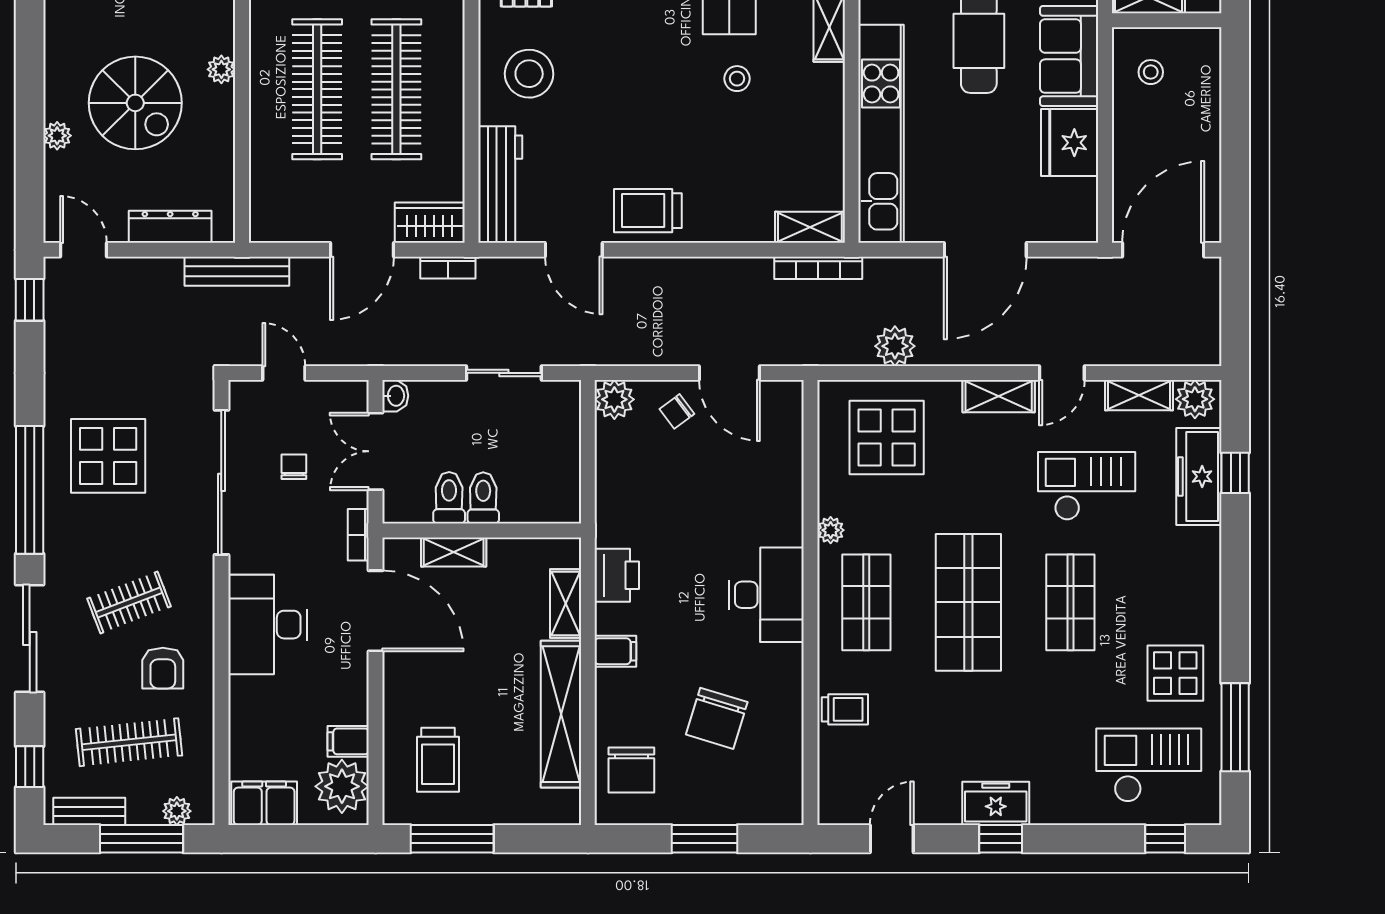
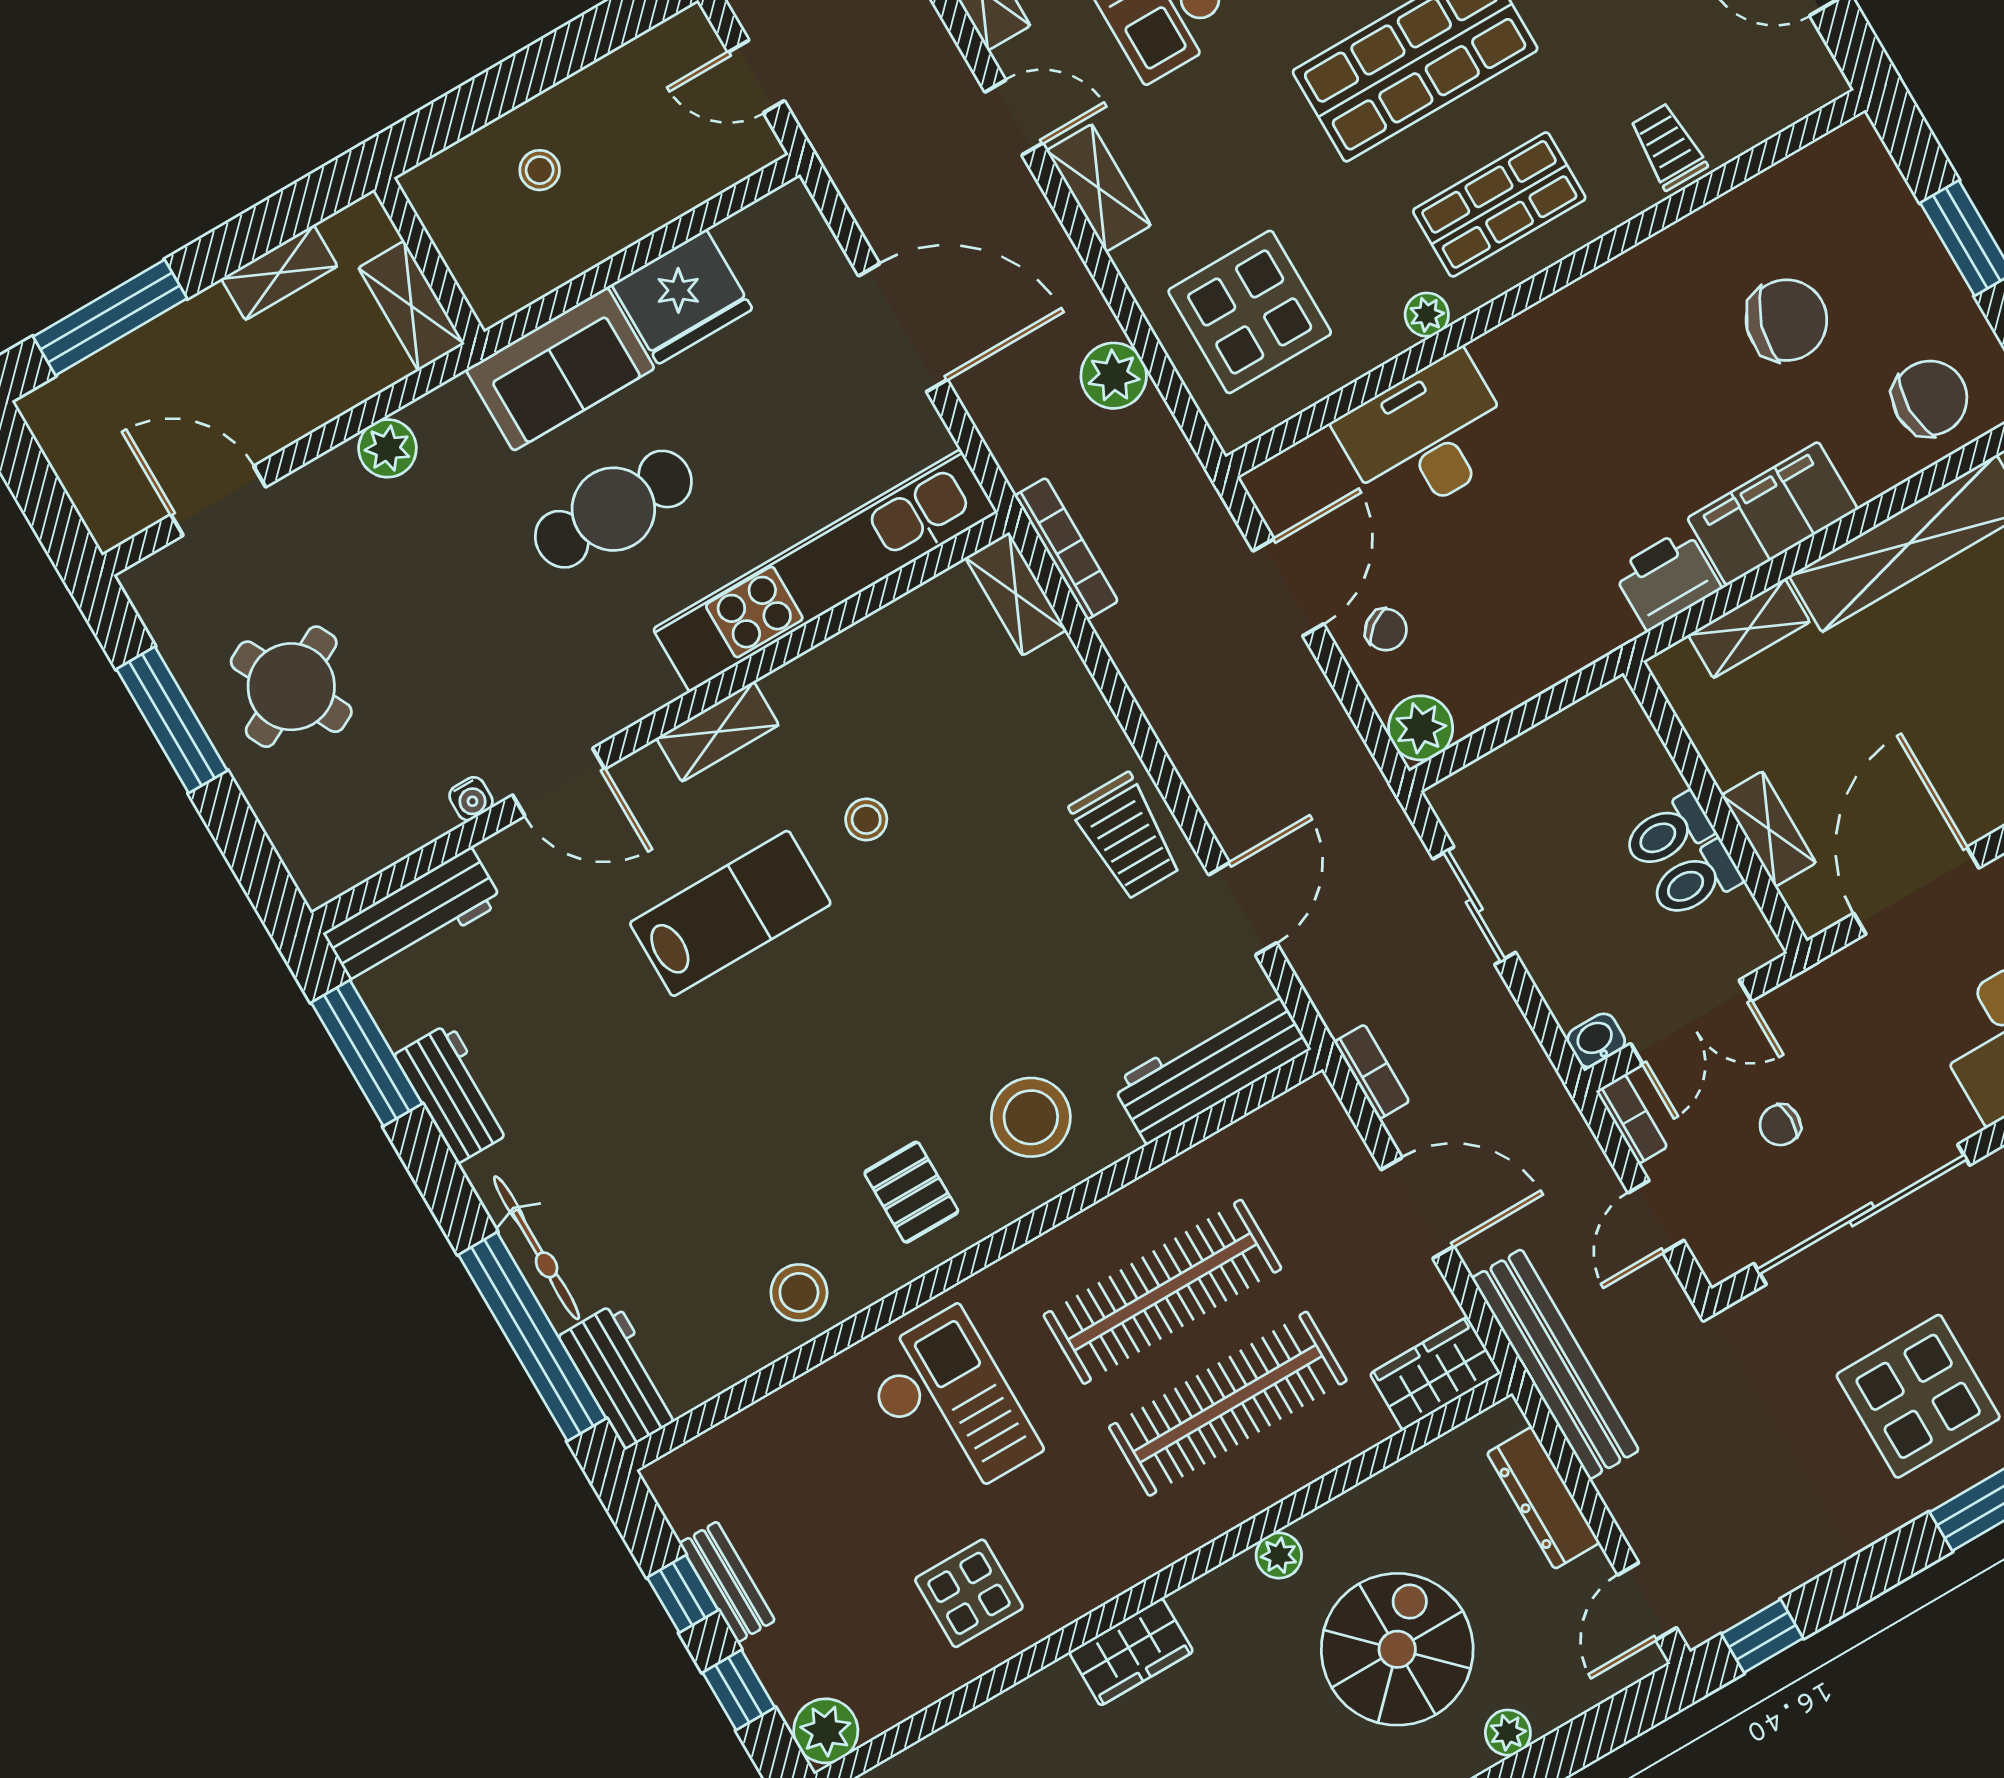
stool: (1151, 72) -> (540, 170), moved
wardrobe: (430, 223) -> (1435, 1374), moved, turned 90
door: (1163, 250) -> (756, 76), width x0.53
bench: (237, 271) -> (1555, 1364), width x1.37, depth x1.21
bookcase: (358, 535) -> (1632, 1119), moved, turned -90
desk: (766, 595) -> (1426, 437), moved
filing cabinet: (615, 651) -> (1772, 514), width x3.00, depth x1.17

